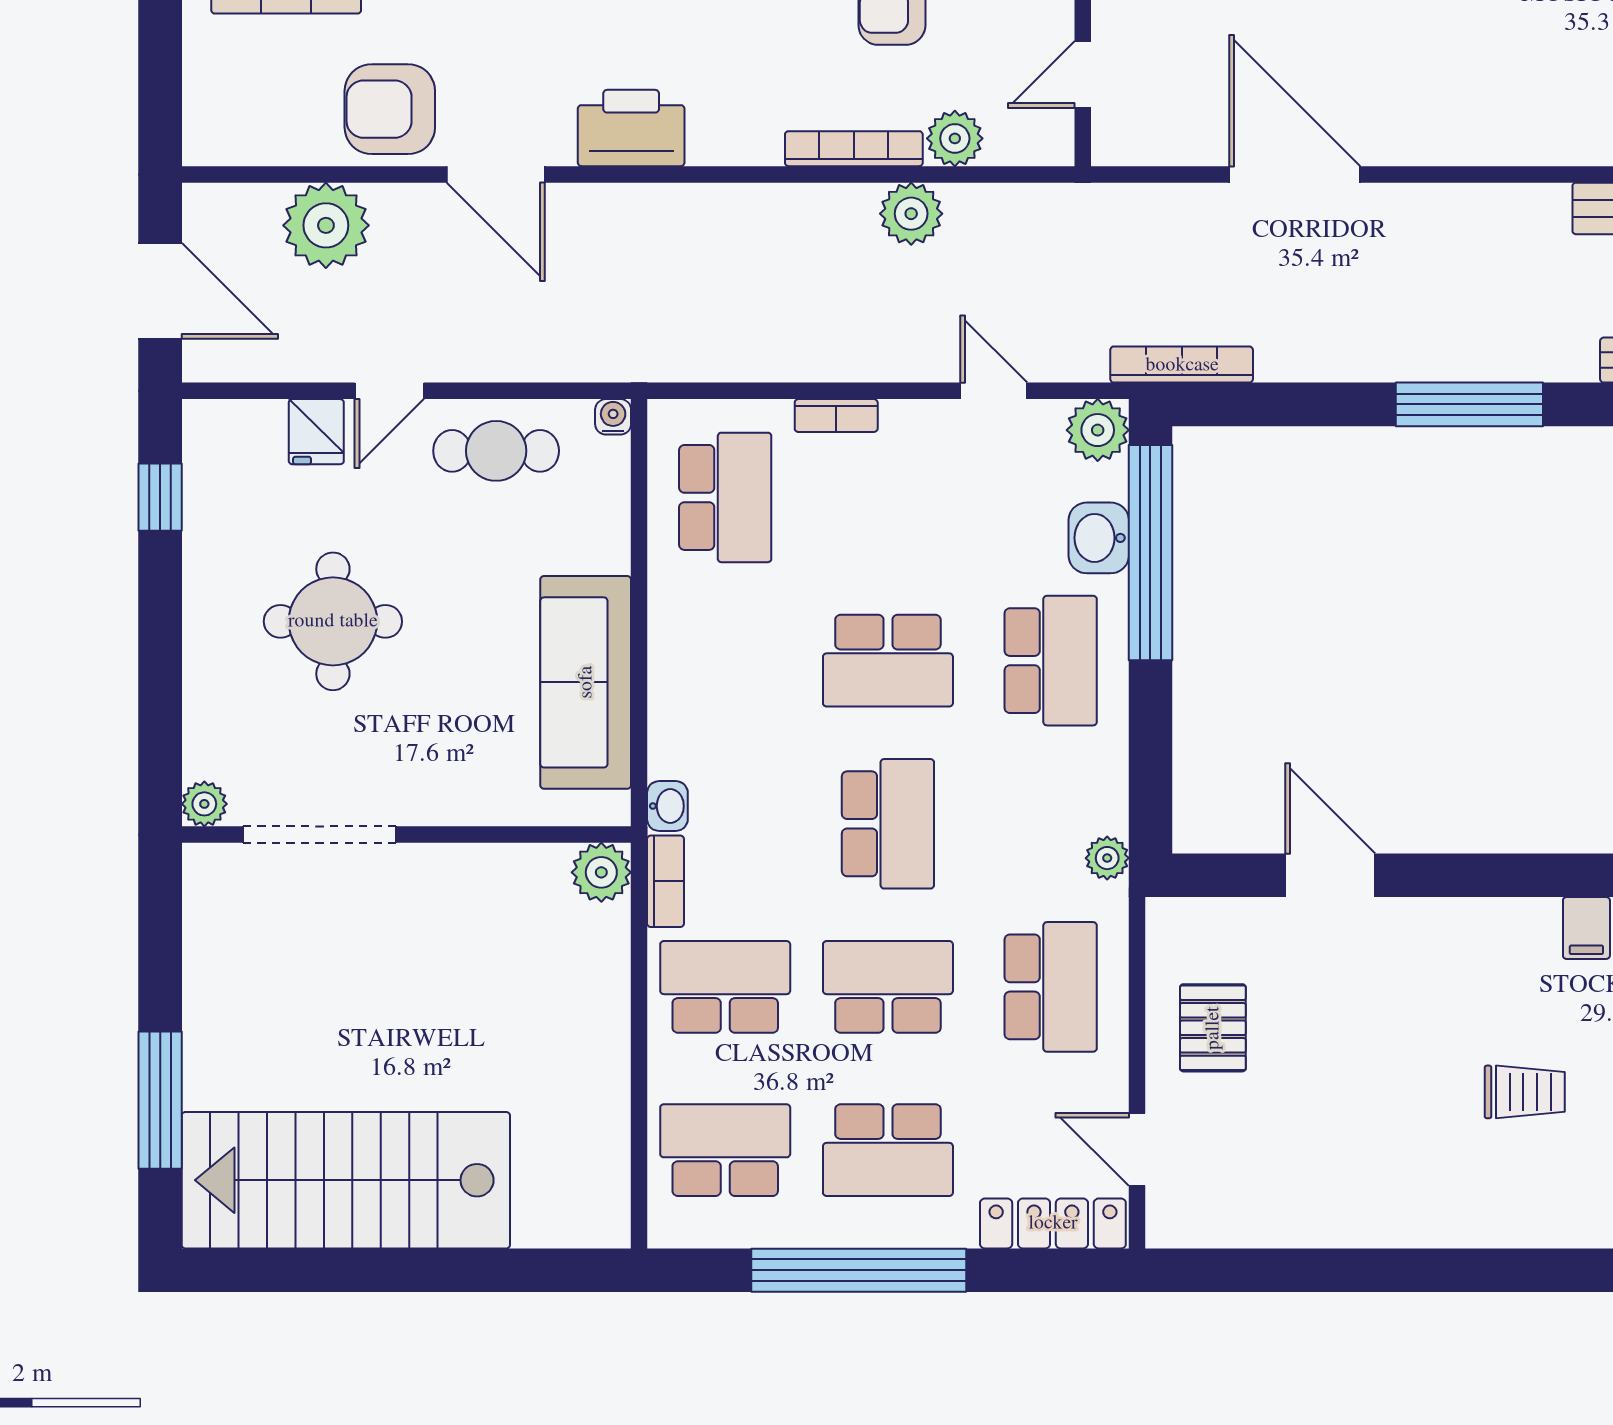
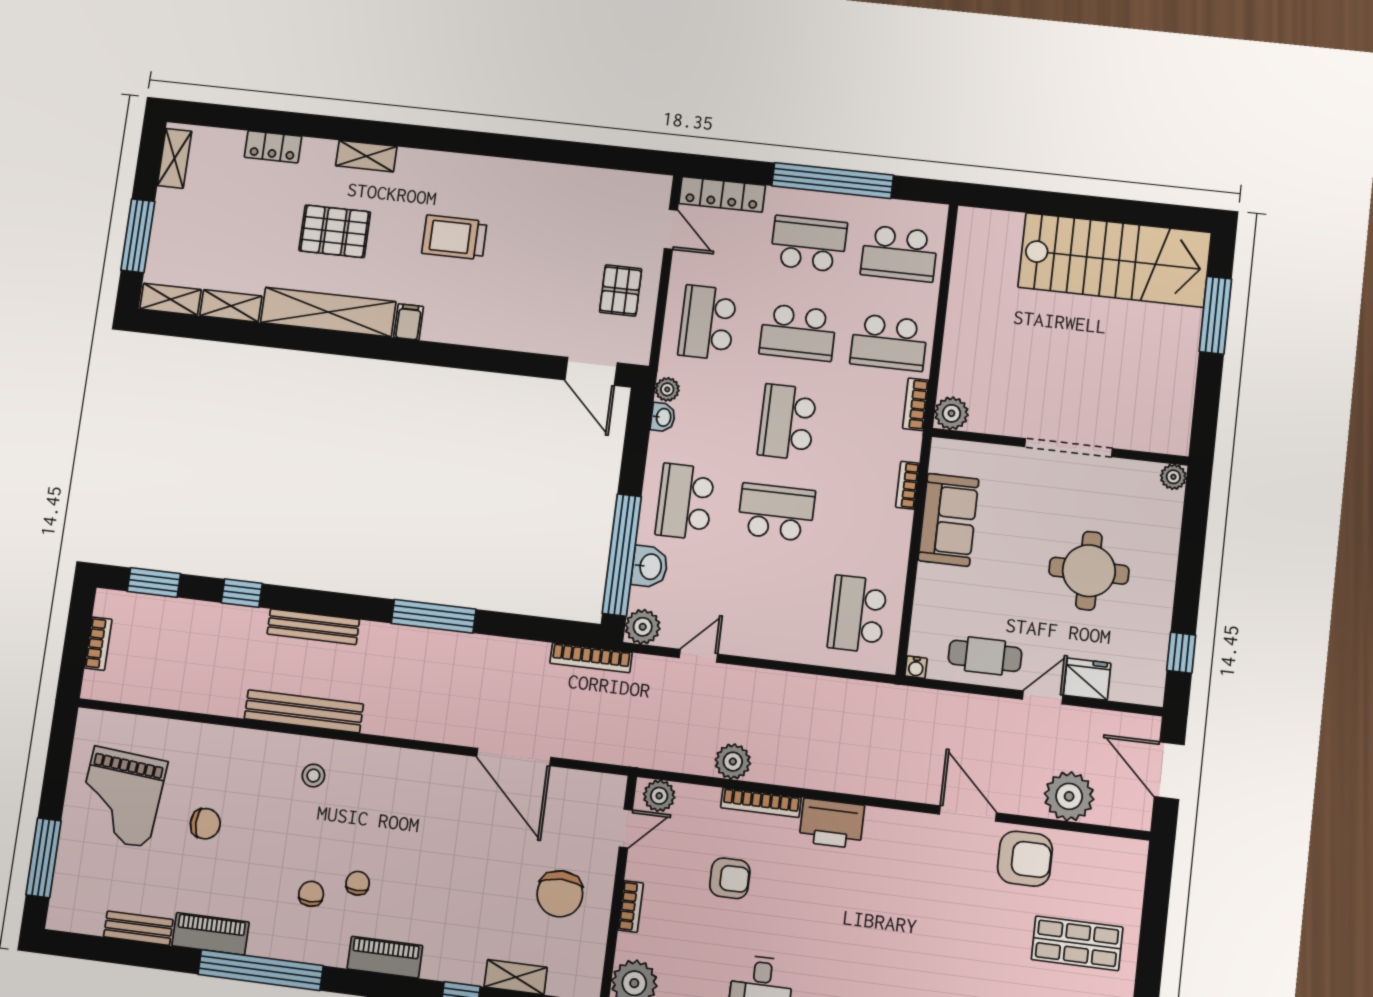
printer: (631, 128) -> (832, 823), moved
plant: (955, 138) -> (659, 796), moved
door: (994, 391) -> (698, 656), swing flipped
bookcase: (836, 416) -> (908, 485), moved, turned -90
fridge: (316, 432) -> (1087, 679), width x1.38
sofa: (586, 682) -> (948, 520), width x0.73
washbasin: (667, 806) -> (663, 417), moved, turned 180
doorway: (319, 835) -> (1068, 448), moved
door: (1330, 875) -> (591, 371), moved
trolley: (1525, 1092) -> (454, 237), width x1.36, depth x1.39

